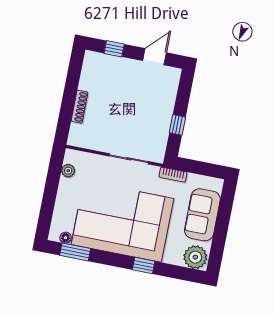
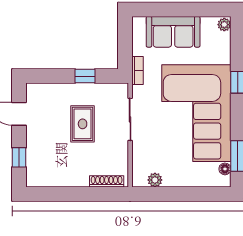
shoe rack: (79, 107) -> (107, 181), moved
rug: (134, 114) -> (83, 124), added
plant: (195, 257) -> (224, 25), width x0.53, depth x0.53

